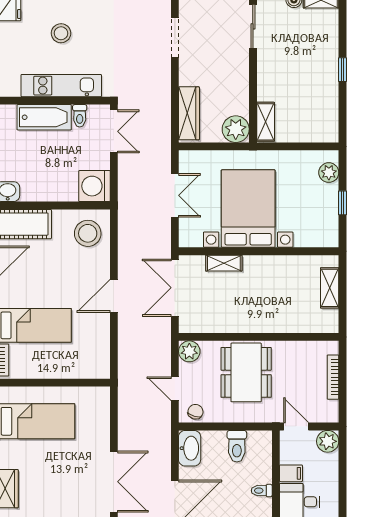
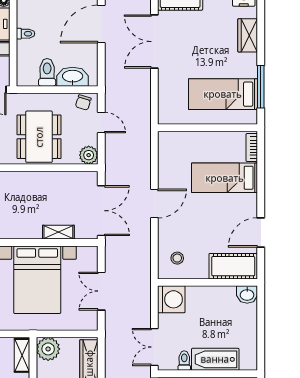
stool: (88, 233) -> (177, 258), width x0.53, depth x0.53
washbasin: (190, 448) -> (73, 77), moved, turned 90

